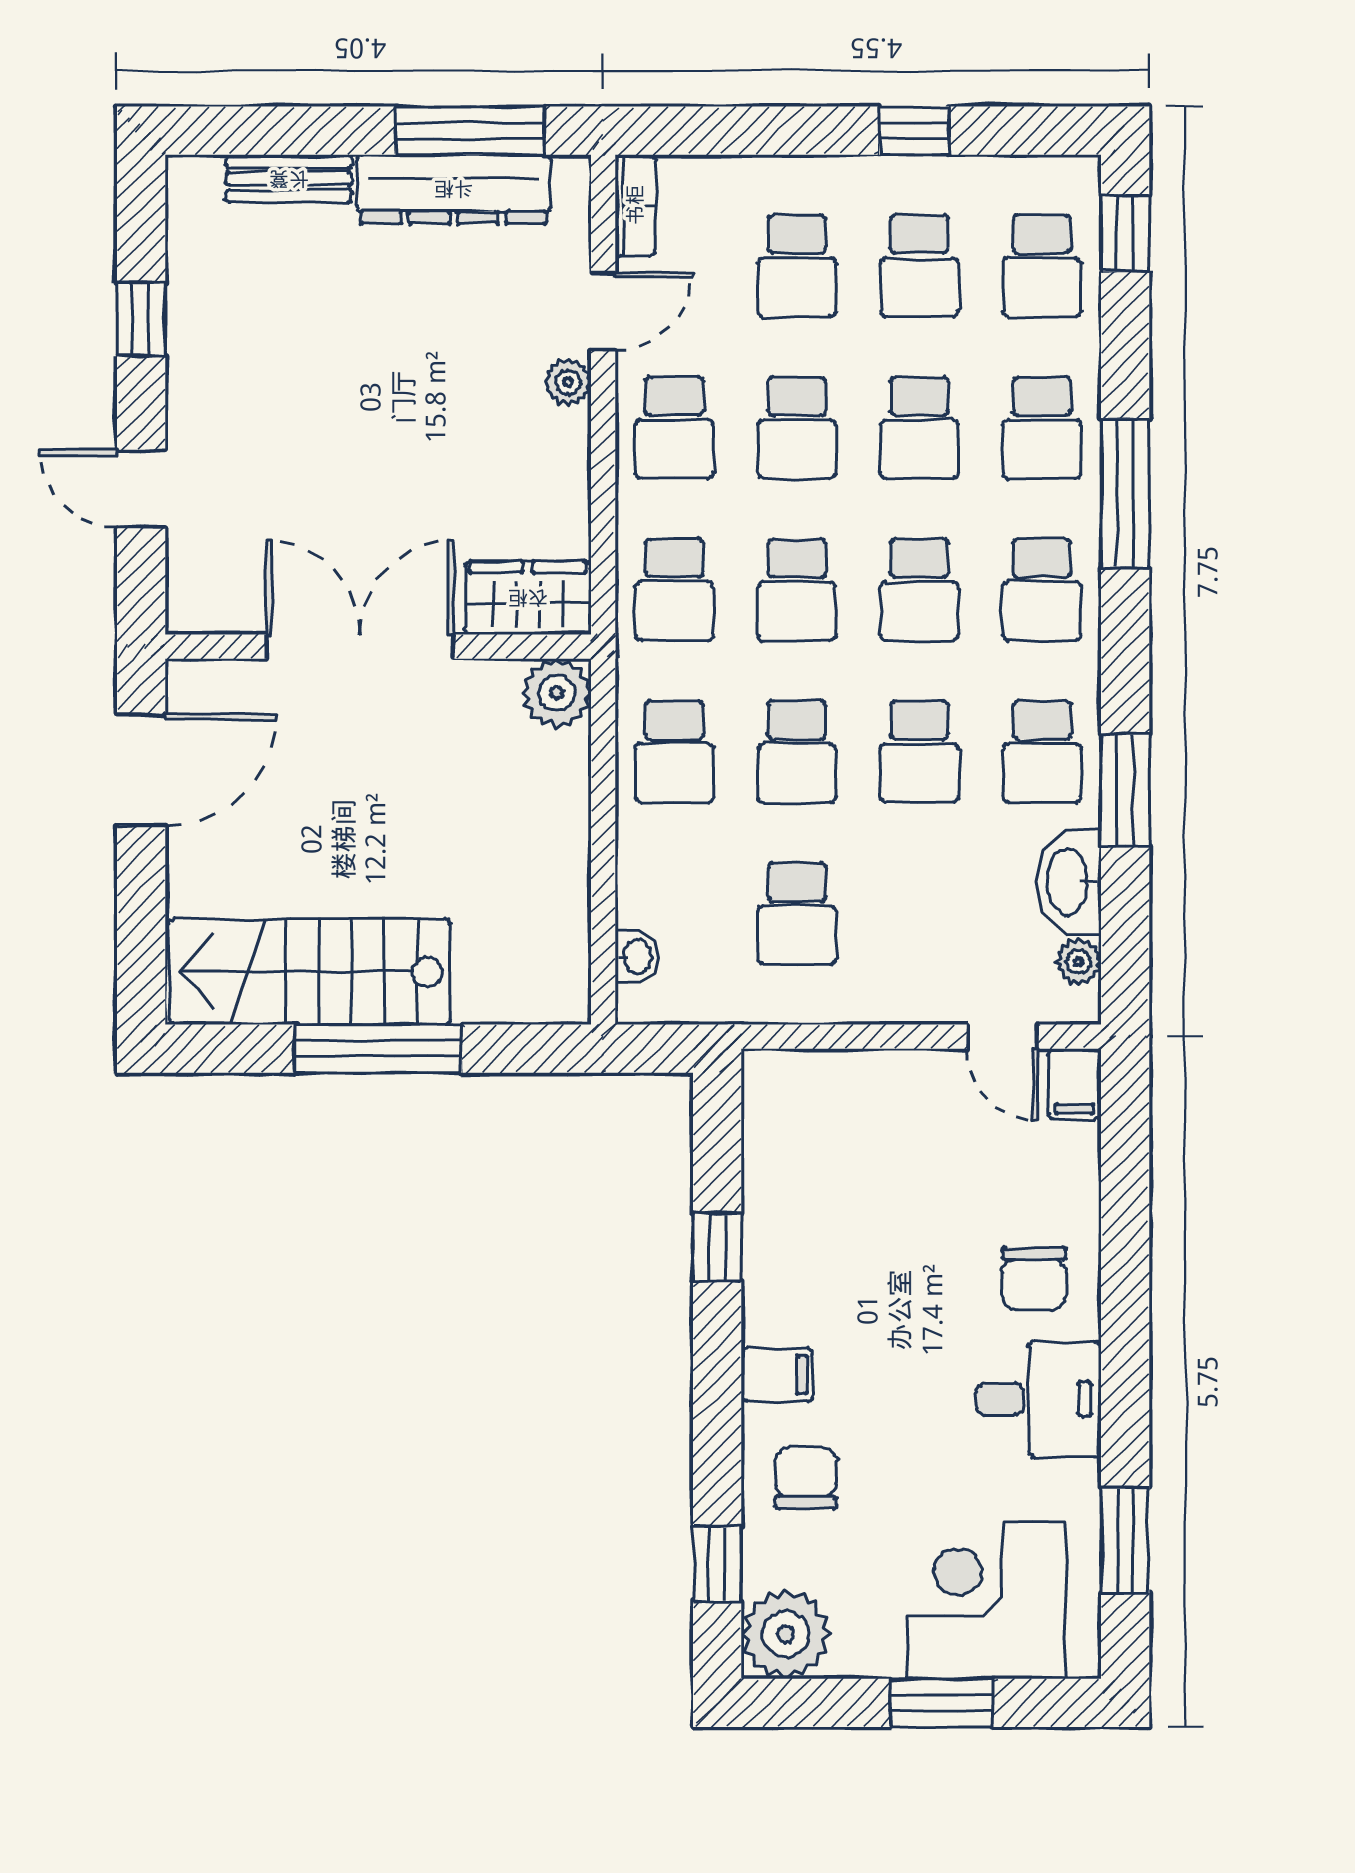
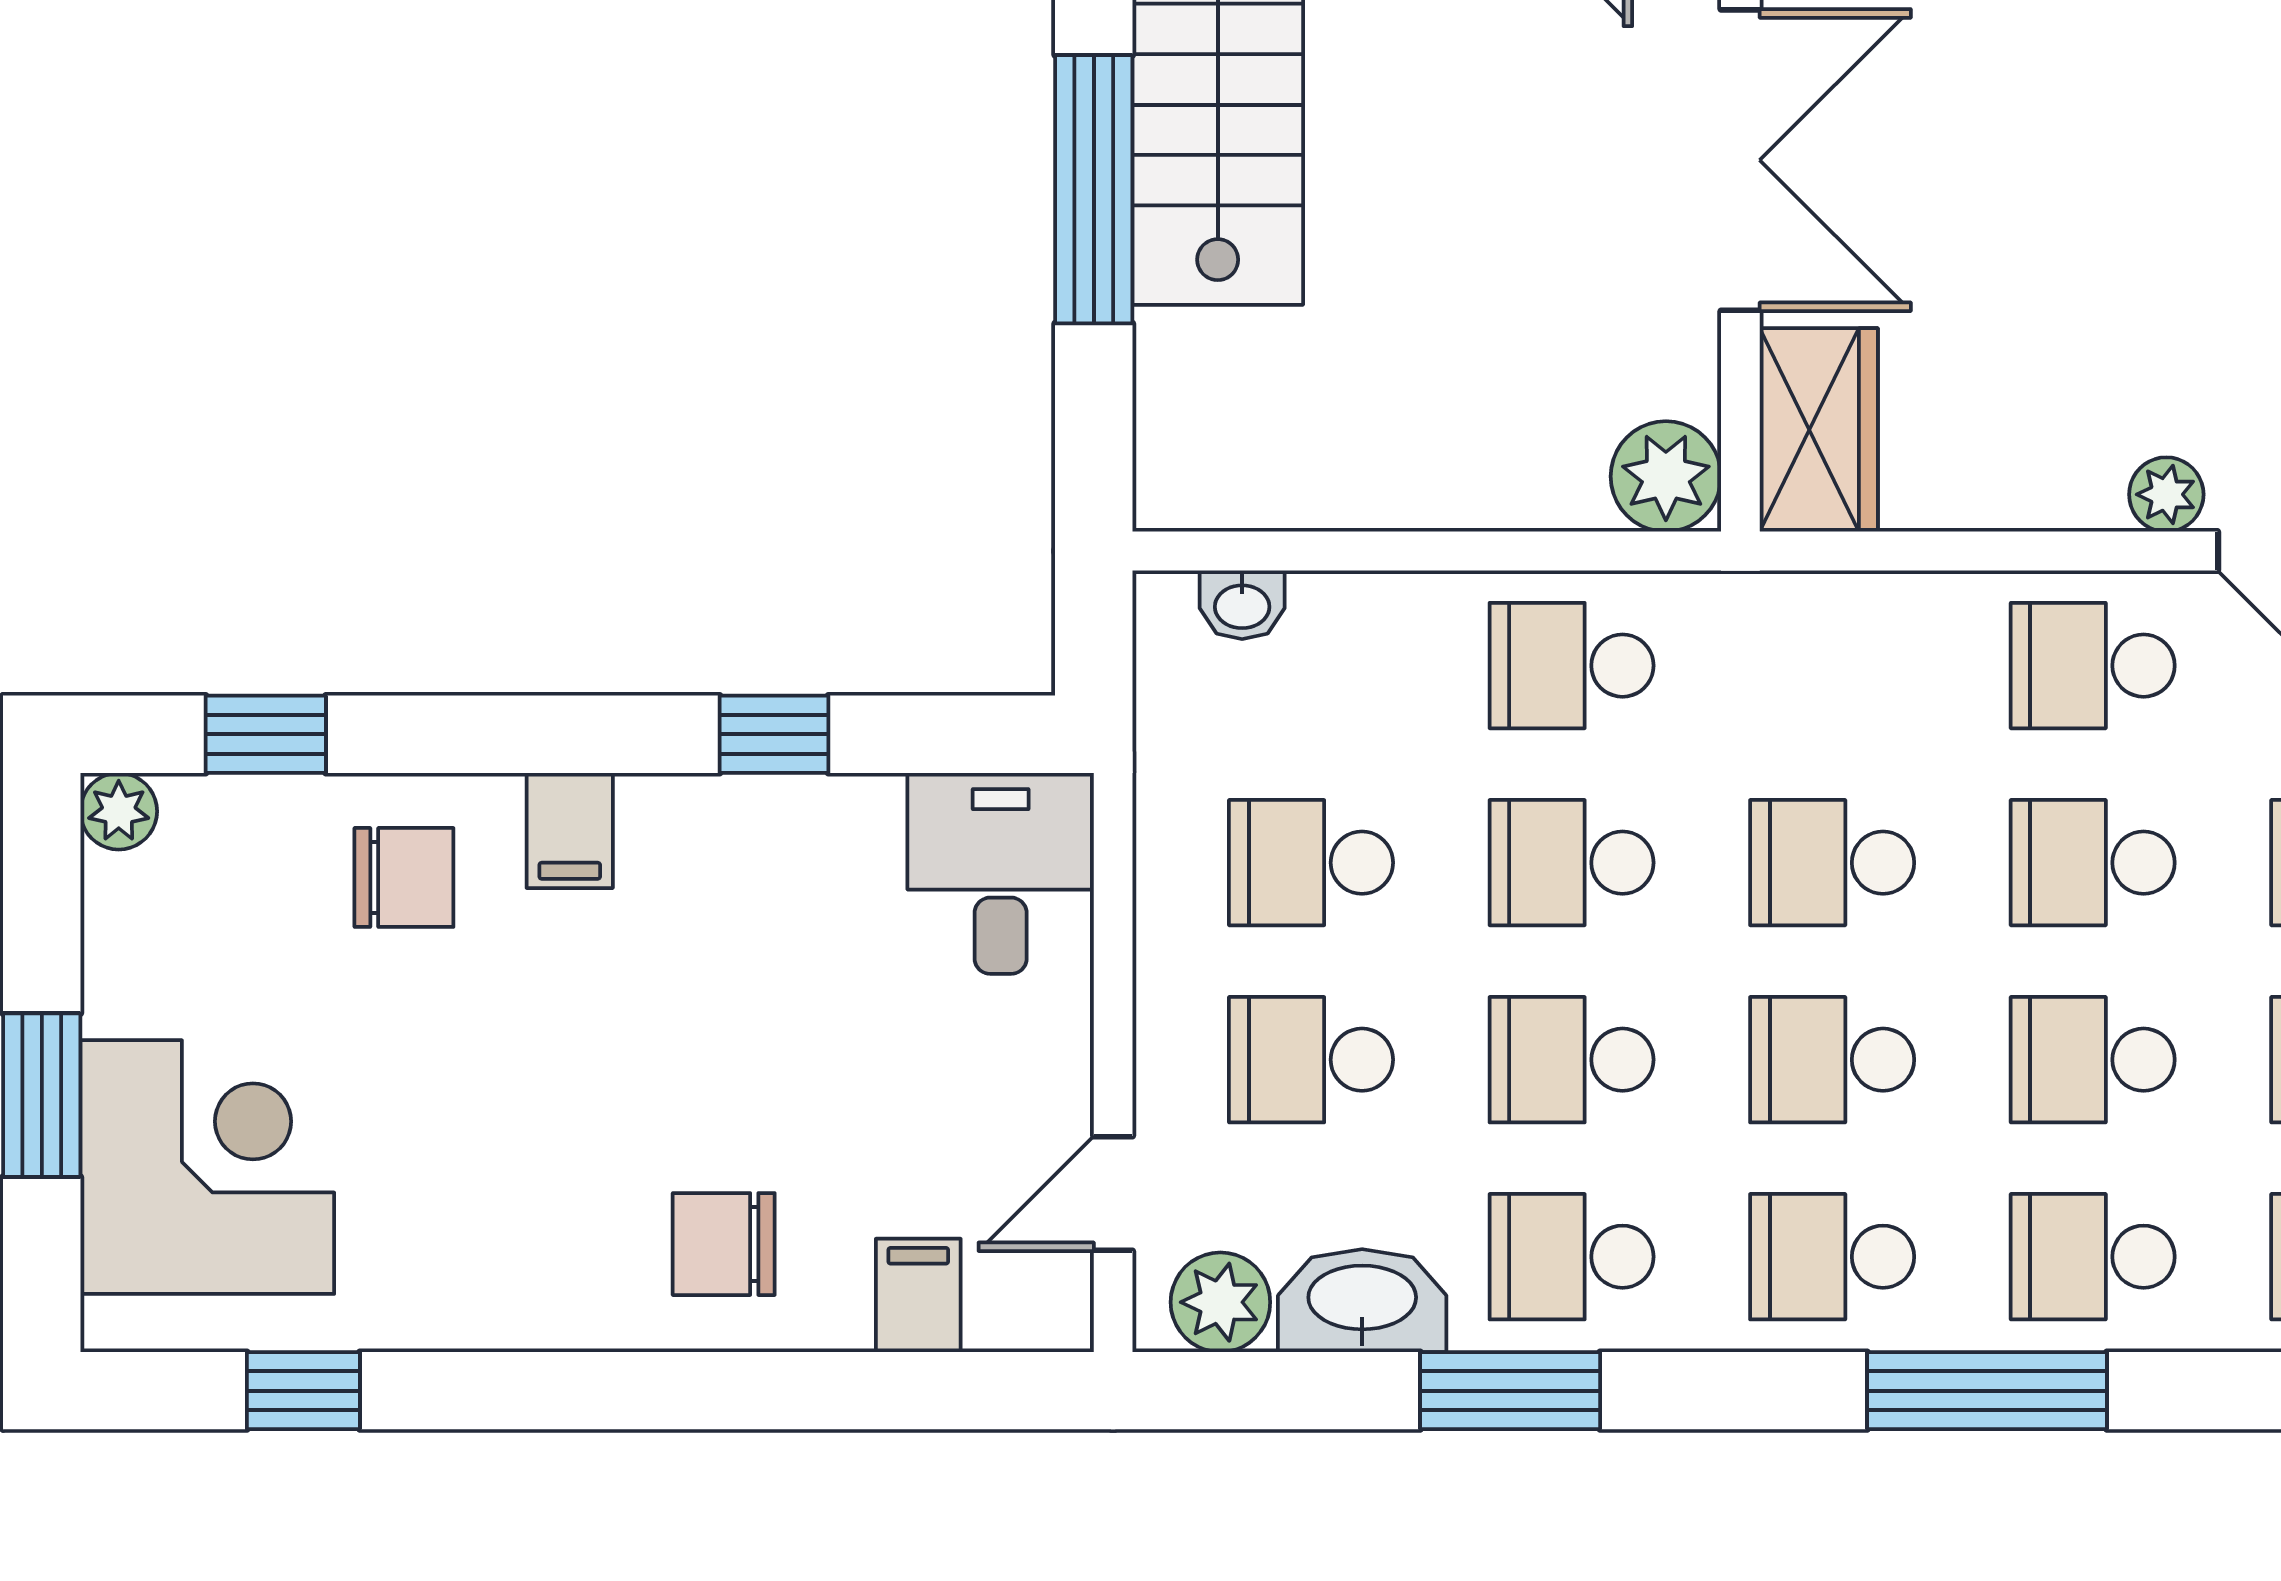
school desk: (674, 590) -> (1311, 1060), moved
plant: (1079, 962) -> (1220, 1302), width x1.38, depth x1.38
filing cabinet: (1075, 1084) -> (918, 1295), moved, turned 90
desk: (1039, 1399) -> (1001, 873), moved, turned 180
window: (1125, 1540) -> (303, 1391), width x0.67
plant: (786, 1634) -> (119, 811), width x0.53, depth x0.53

